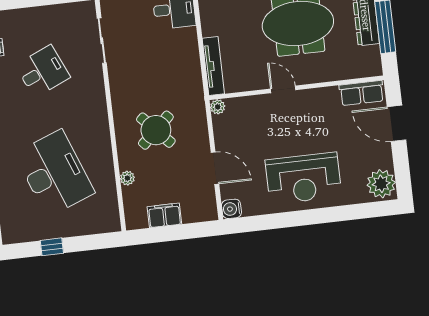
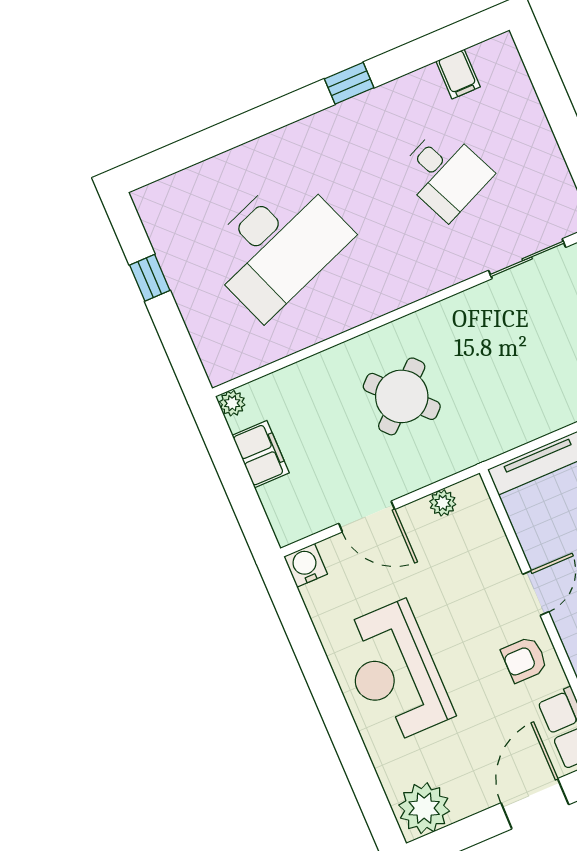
armchair: (317, 106) -> (524, 659), added
plant: (218, 107) -> (443, 503), moved
door: (215, 168) -> (367, 516), hinge flipped
plant: (127, 178) -> (232, 403), moved

